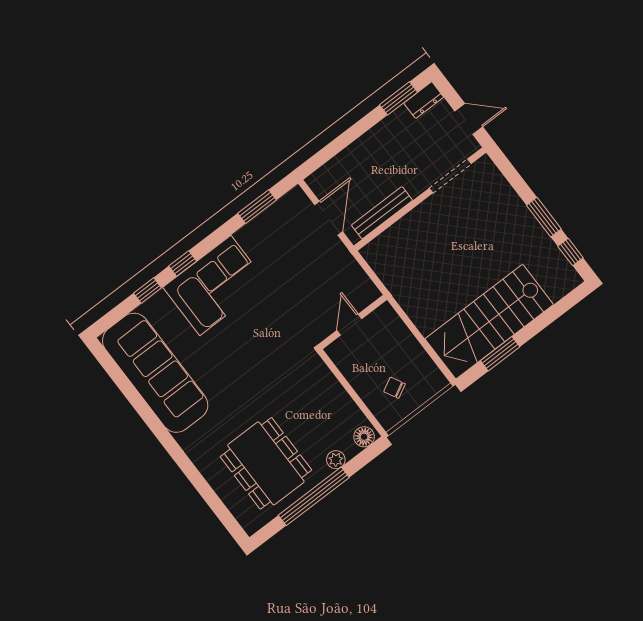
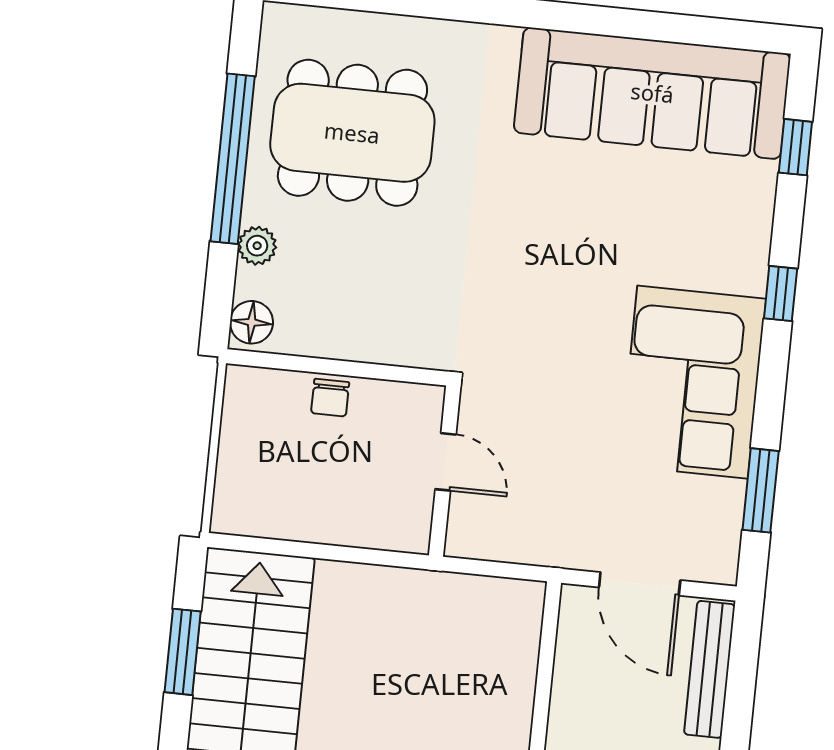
bench: (382, 213) -> (710, 669), moved
corner sofa: (215, 285) -> (693, 382), moved
window: (147, 290) -> (795, 147), moved
chair: (394, 388) -> (330, 398), moved, turned 118

